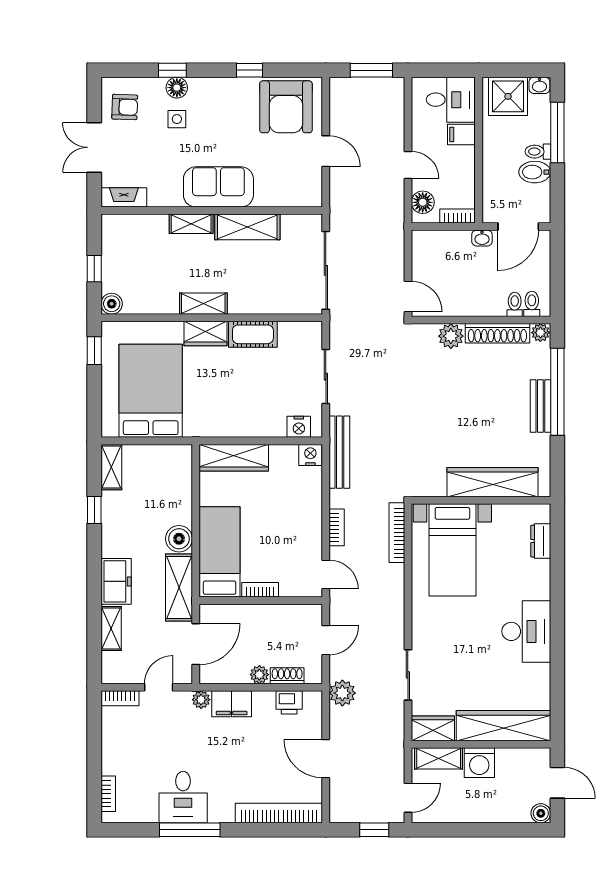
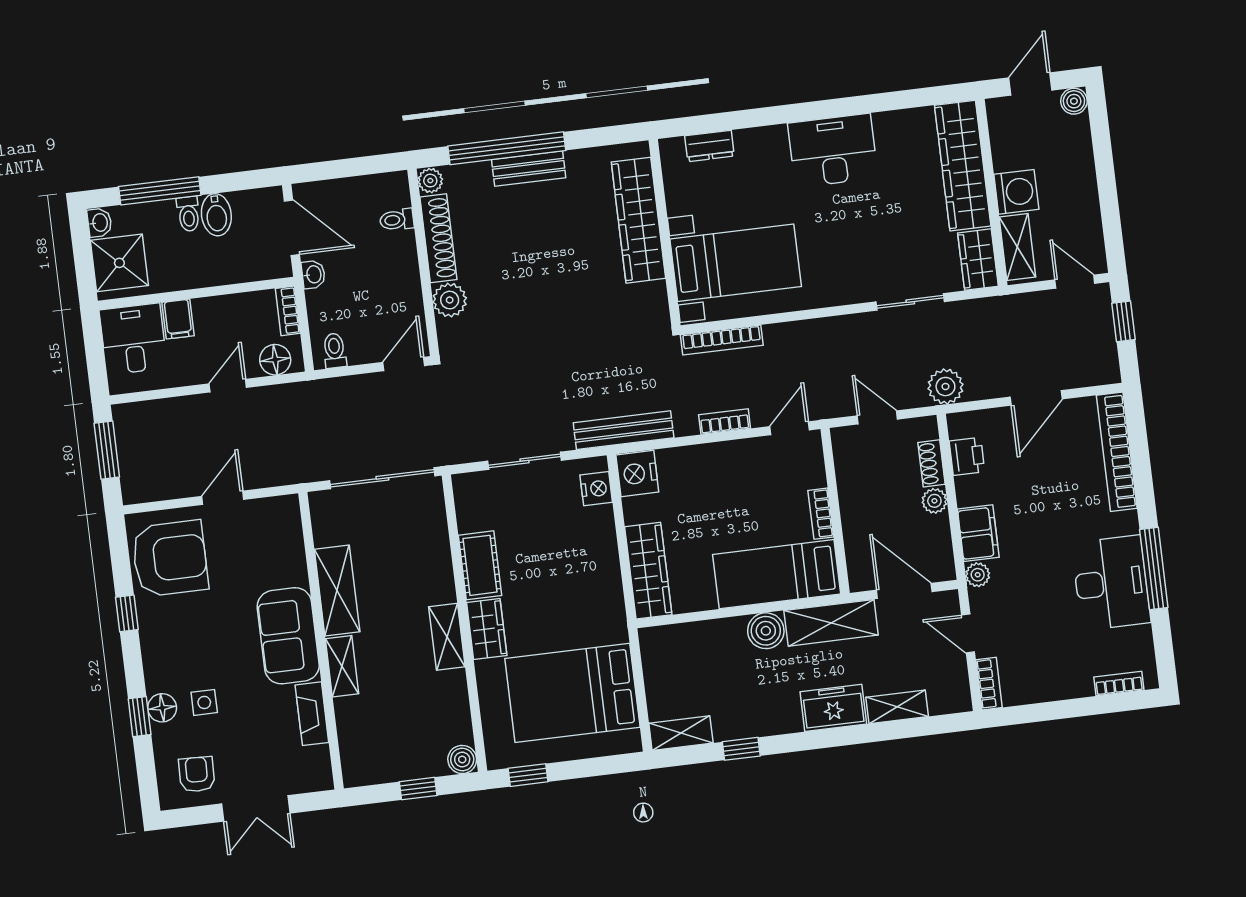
fireplace: (124, 197) -> (312, 714), moved
toilet: (532, 304) -> (335, 351), moved, turned 90
nightstand: (310, 455) -> (637, 474), width x1.36, depth x1.33
desk: (183, 797) -> (1111, 583), width x1.37

